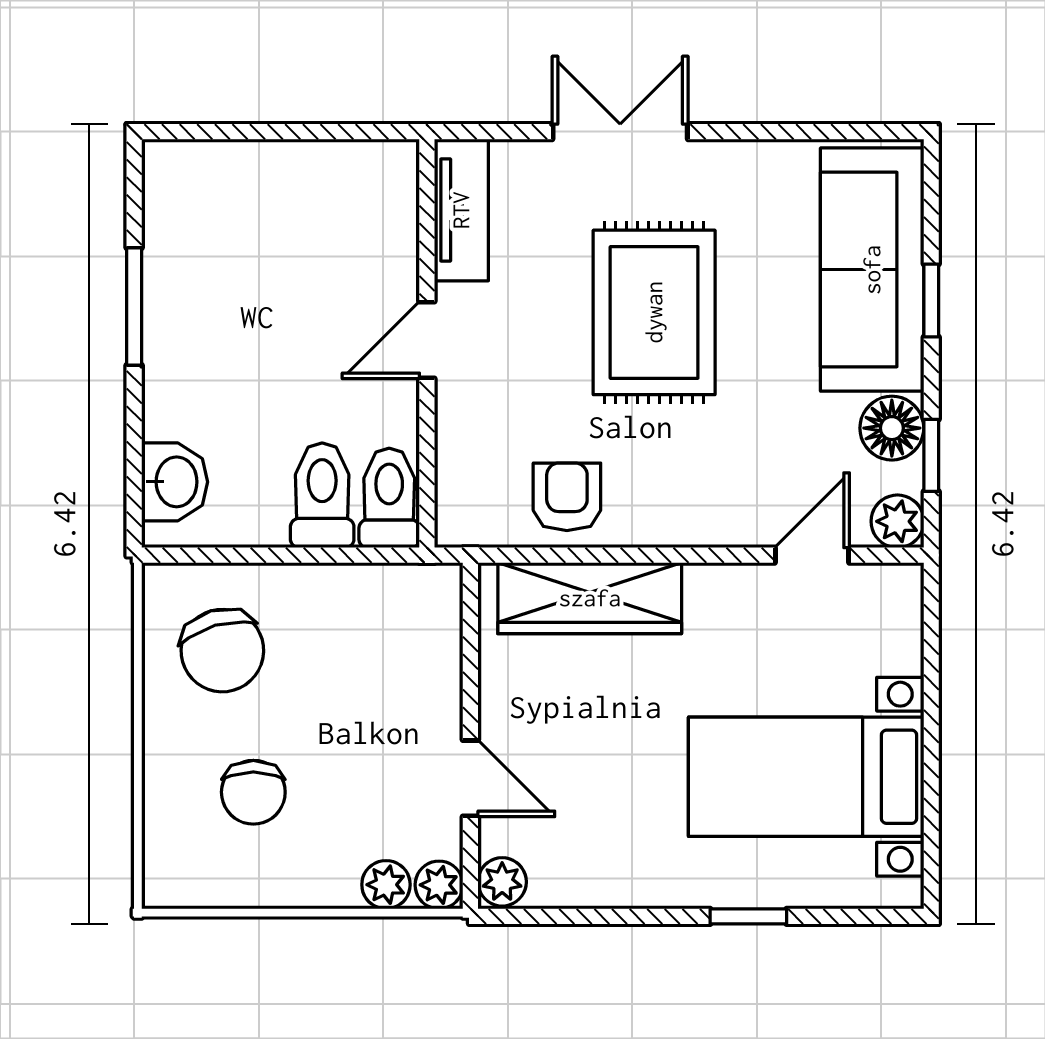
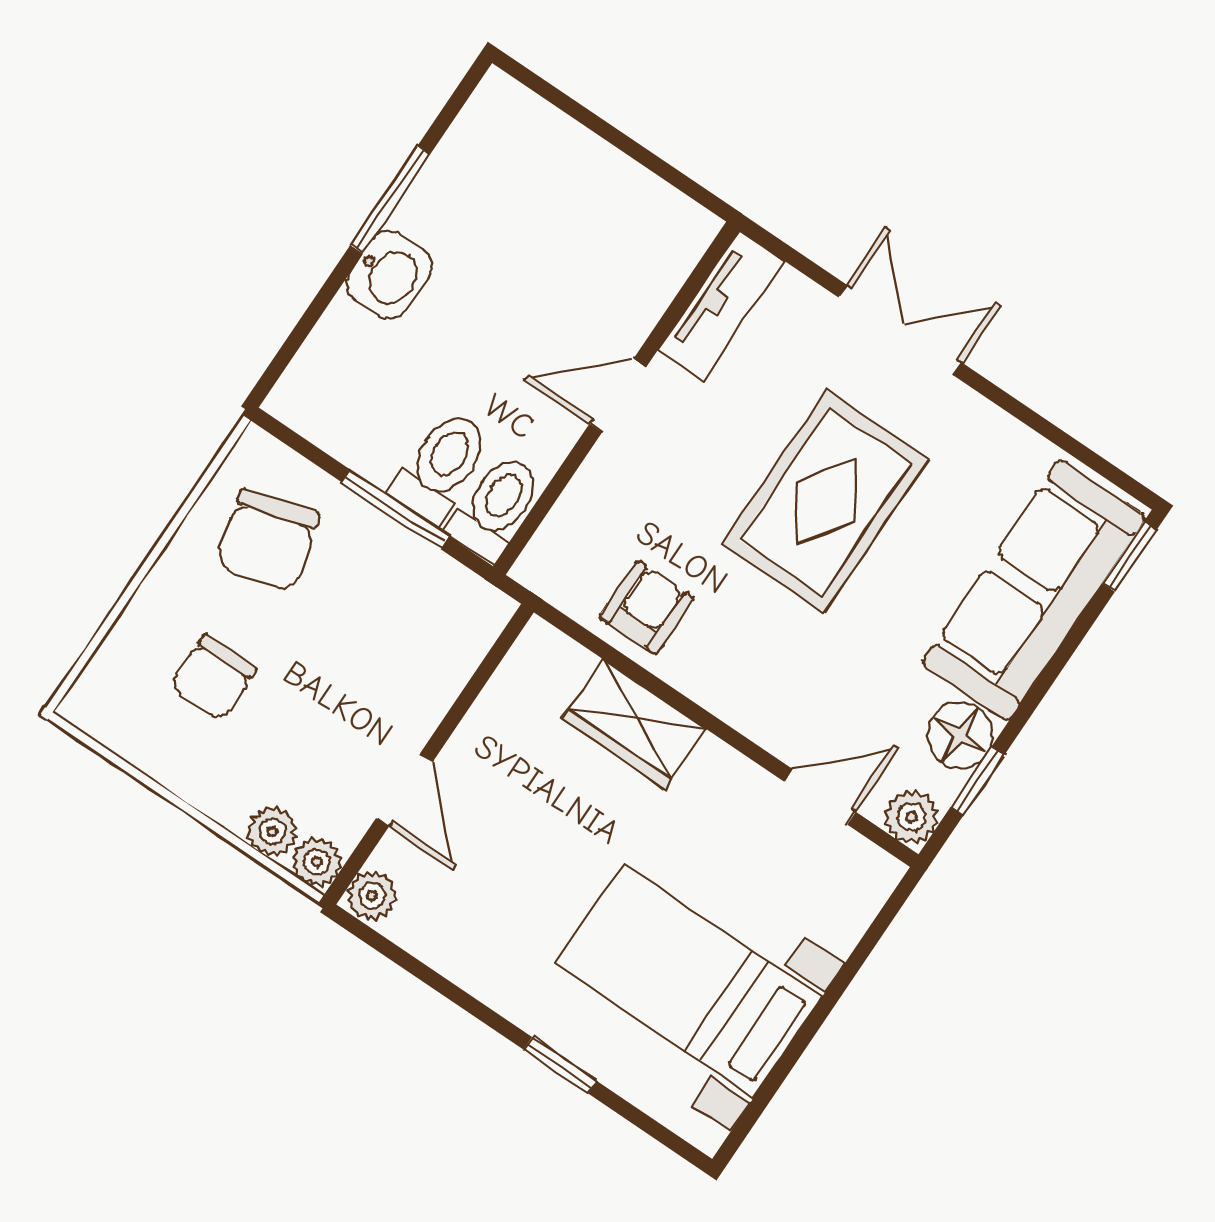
window: (931, 301) -> (1129, 557), moved
washbasin: (175, 482) -> (389, 275), moved
window: (309, 555) -> (395, 509), added
wardrobe: (590, 598) -> (634, 724), width x0.67

